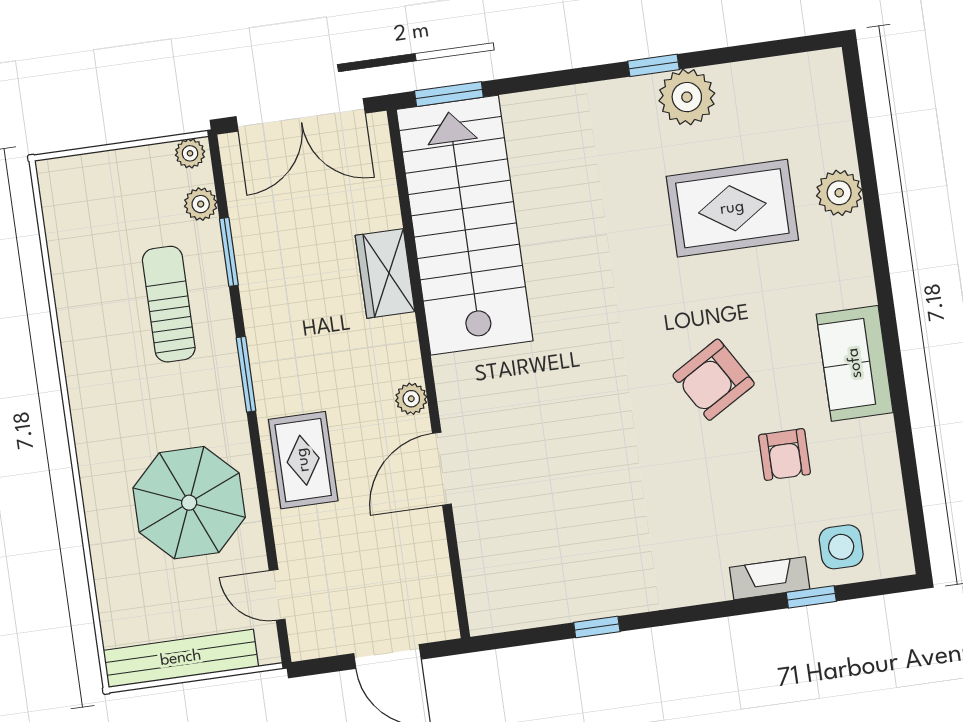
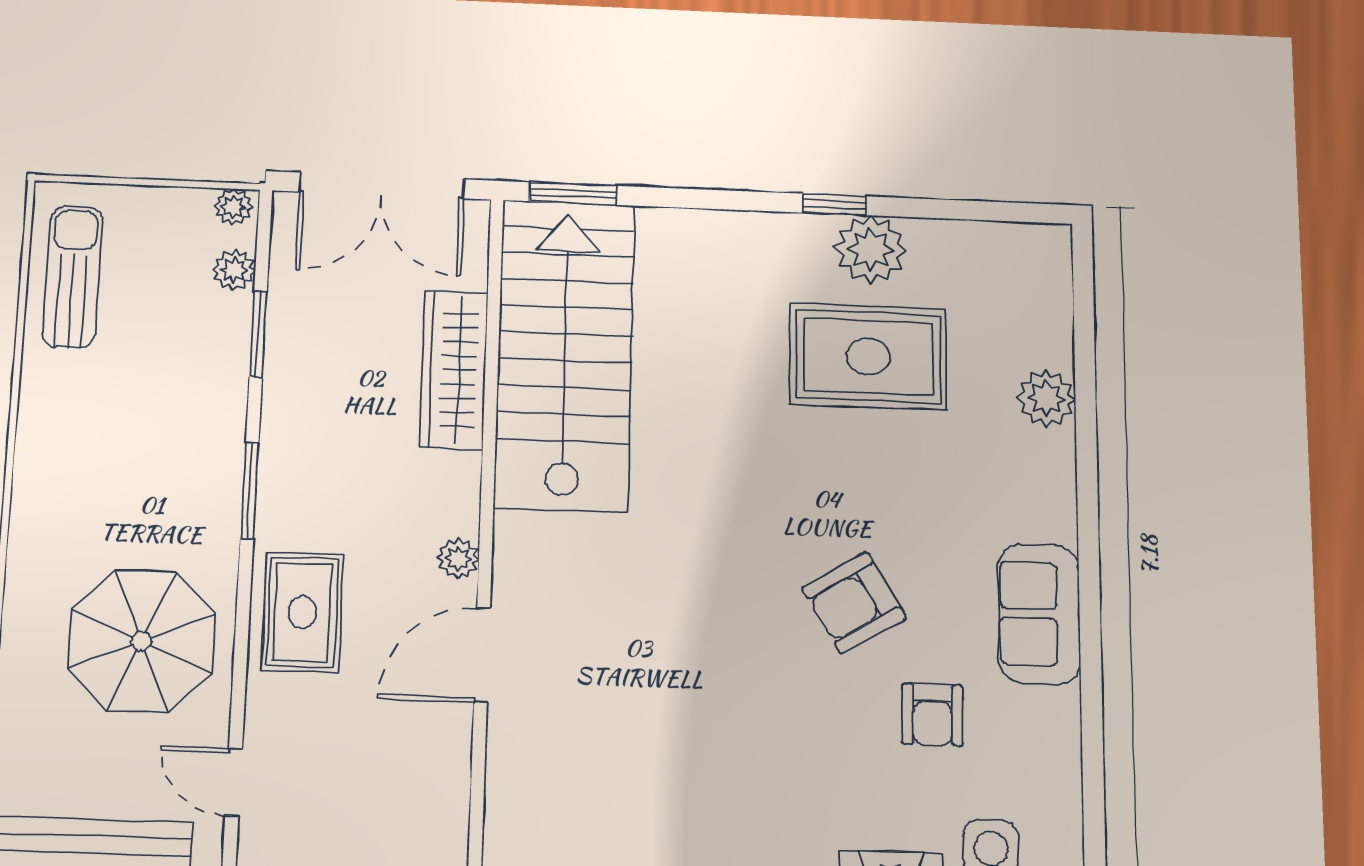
rug: (732, 208) -> (868, 357), moved
wardrobe: (385, 273) -> (454, 370), width x1.50
sun lounger: (169, 304) -> (73, 277), moved

